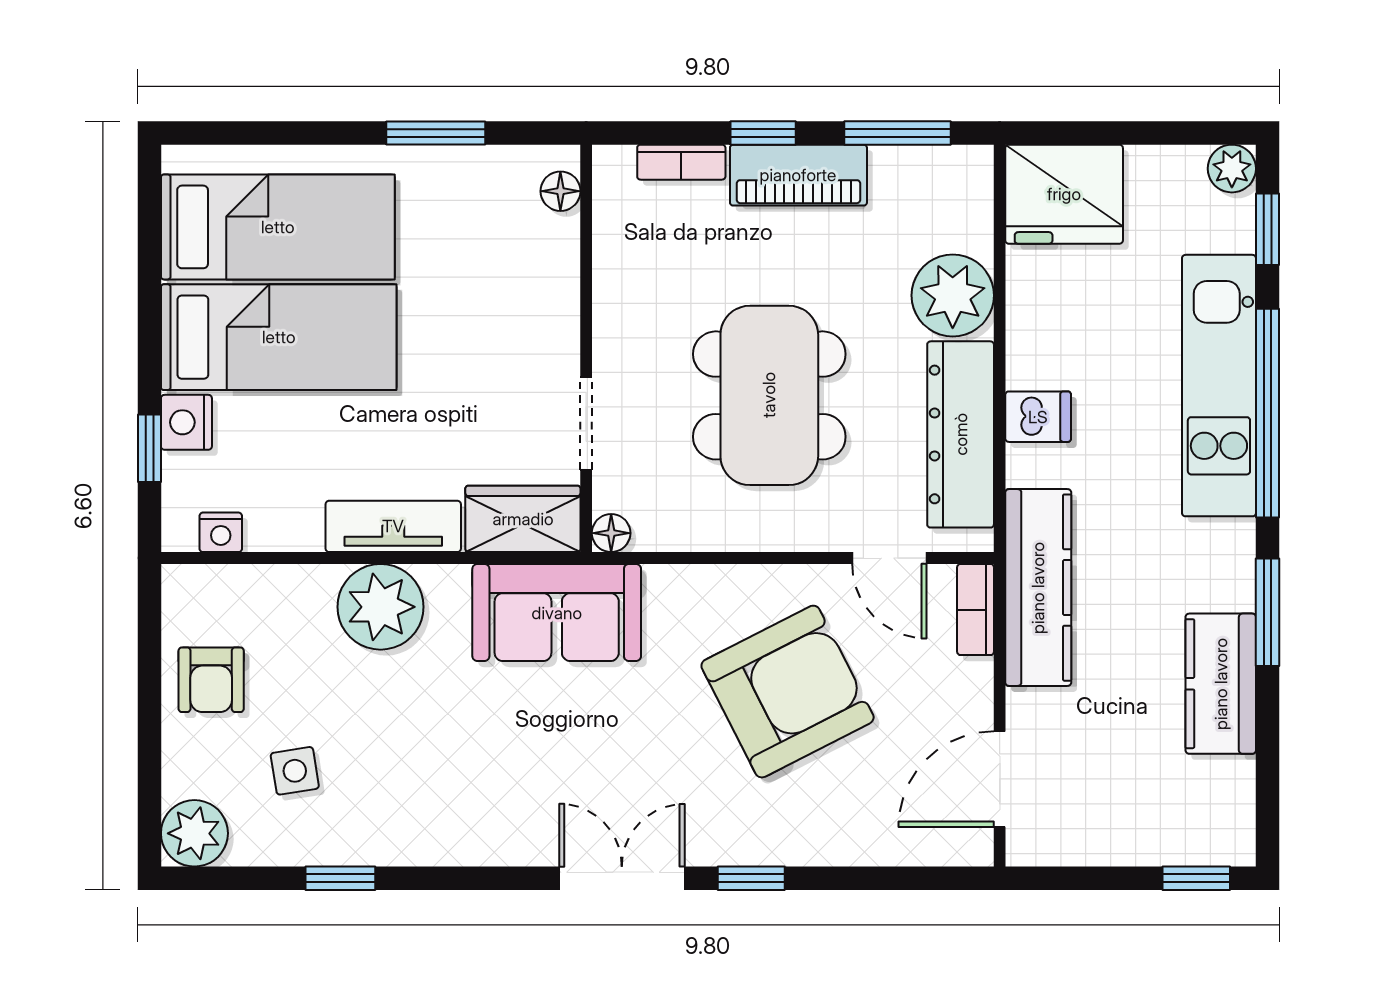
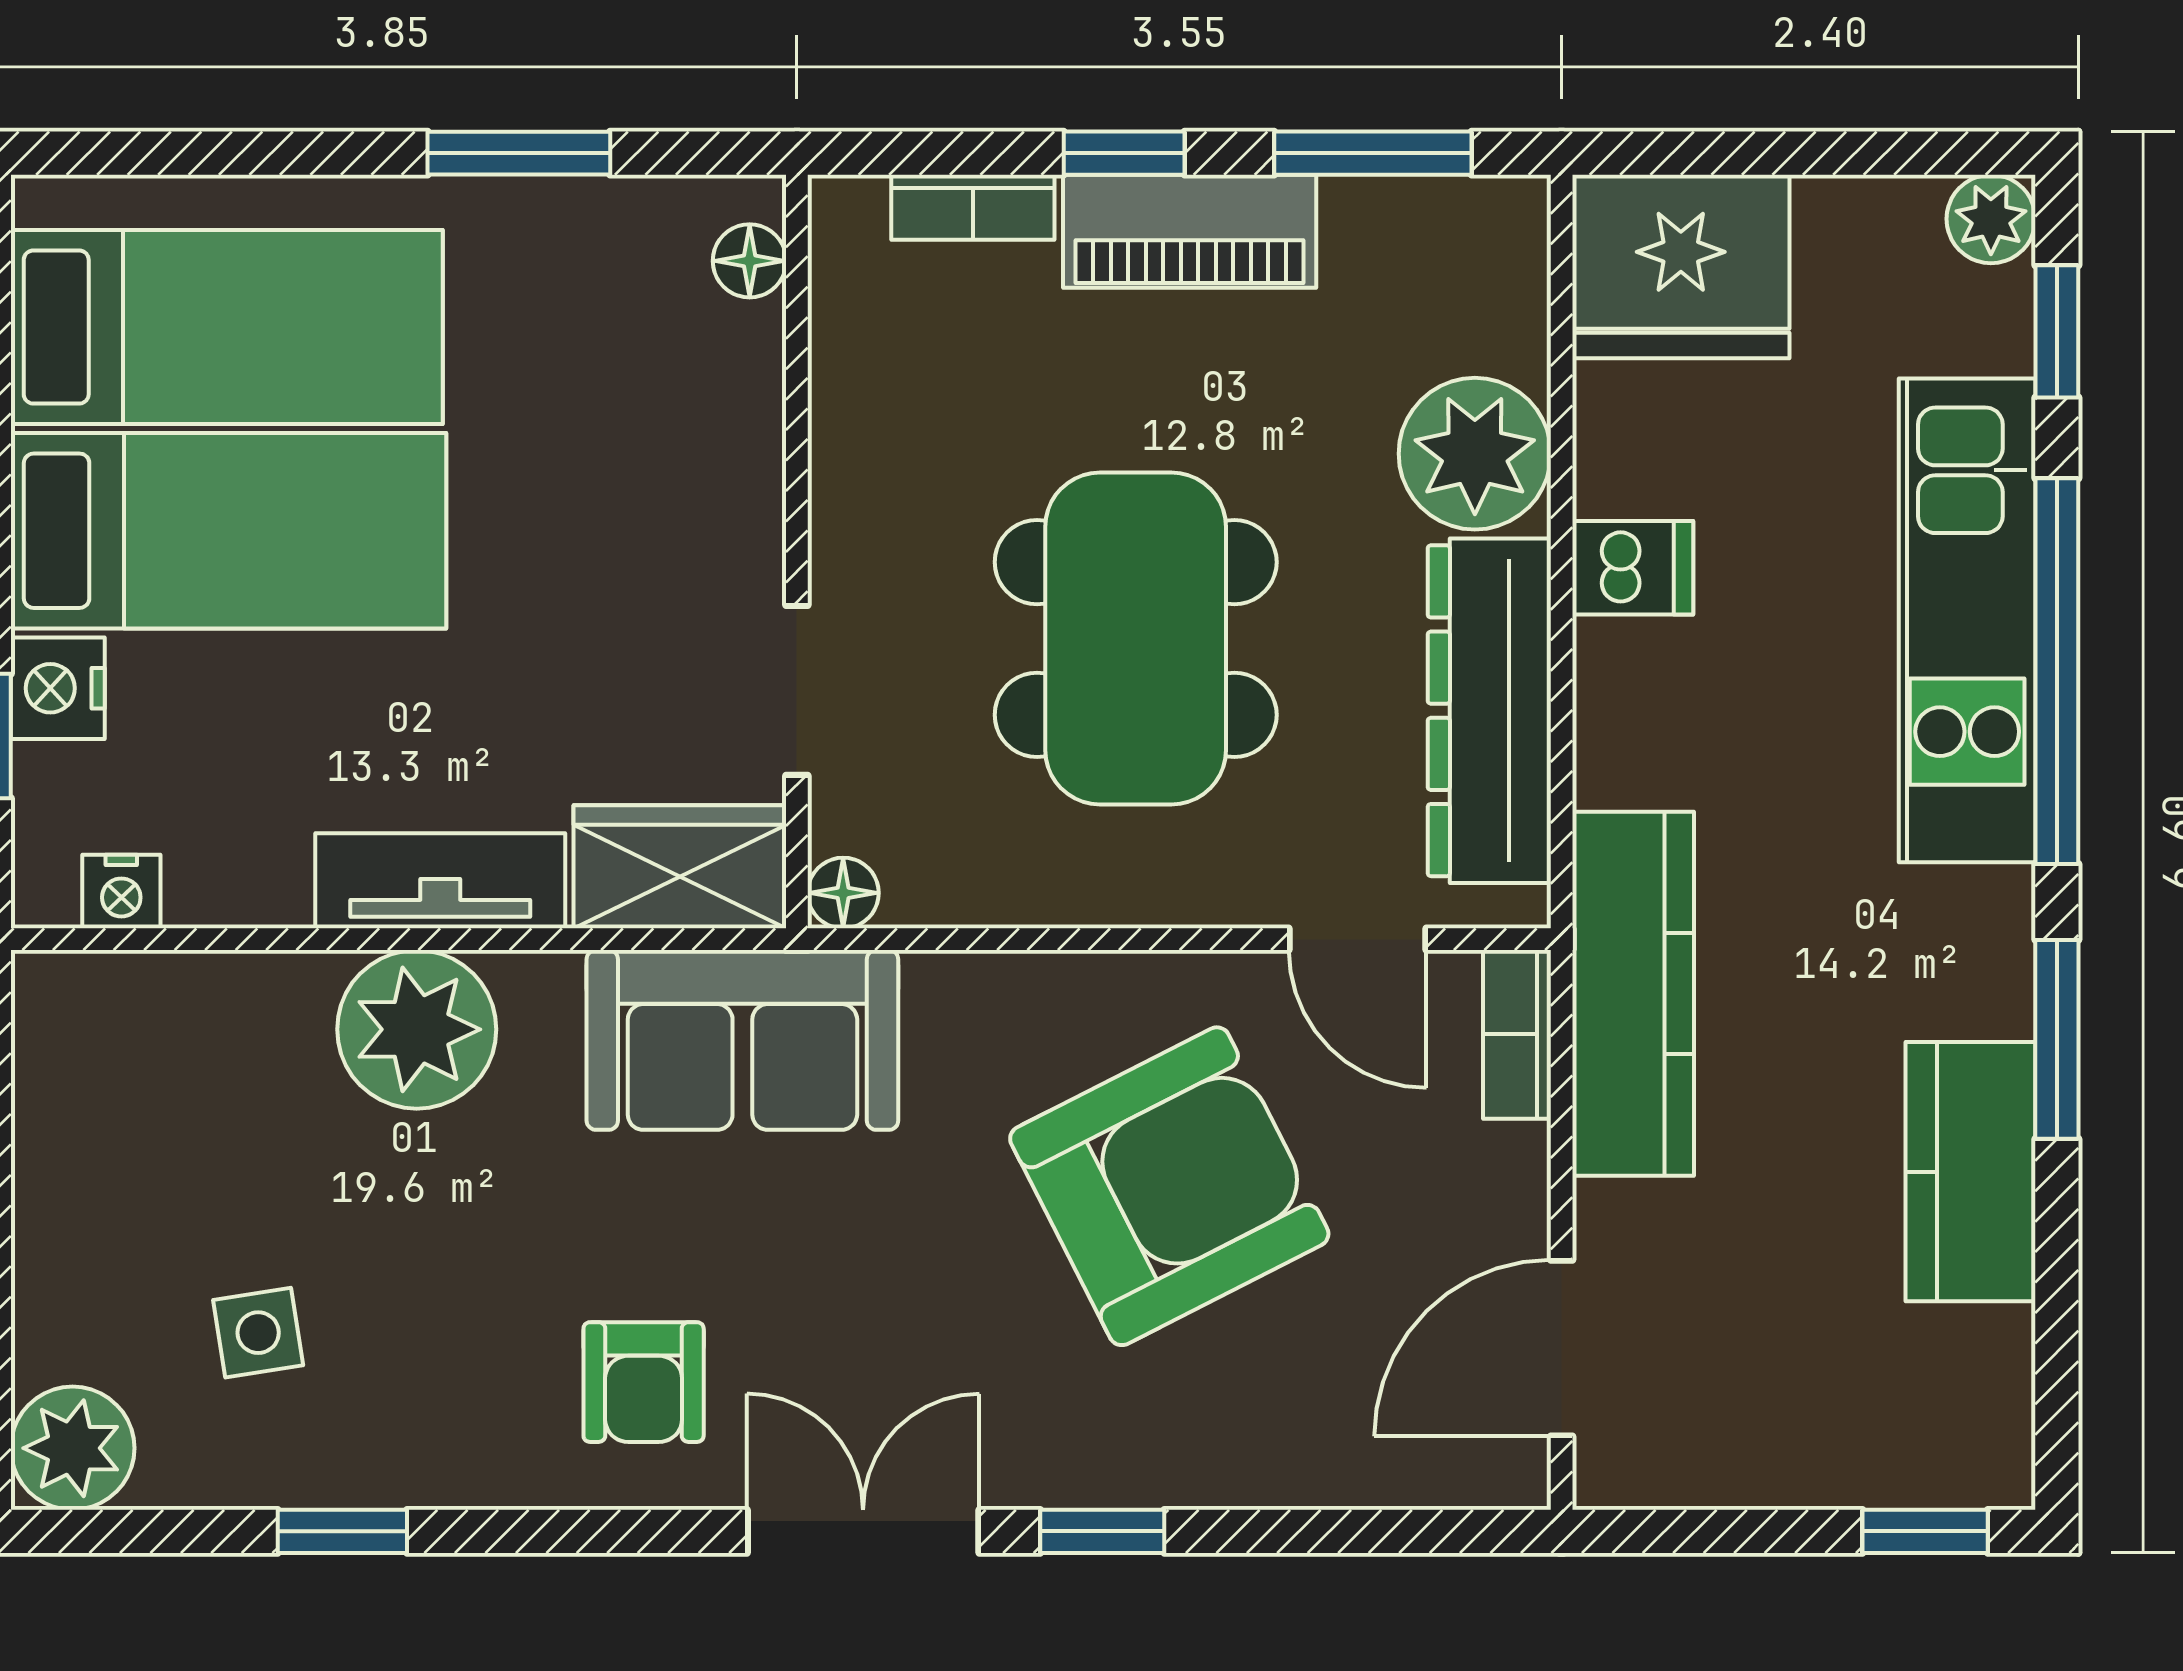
dishwasher: (1038, 417) -> (1633, 568), moved
armchair: (211, 680) -> (644, 1382), moved

